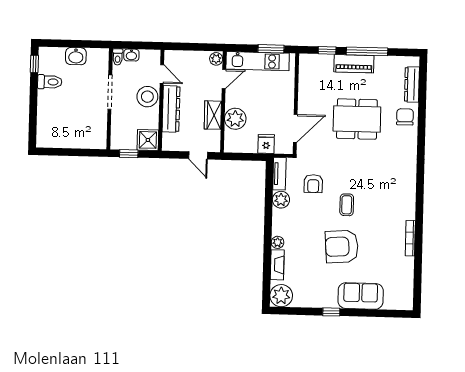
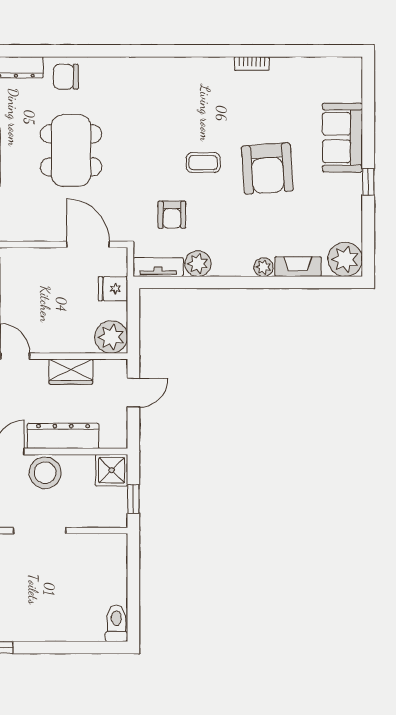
toilet: (50, 82) -> (116, 623), moved
plant: (235, 119) -> (111, 337), moved
armchair: (313, 184) -> (172, 215), turned 90
bookcase: (410, 238) -> (252, 64), width x0.64

